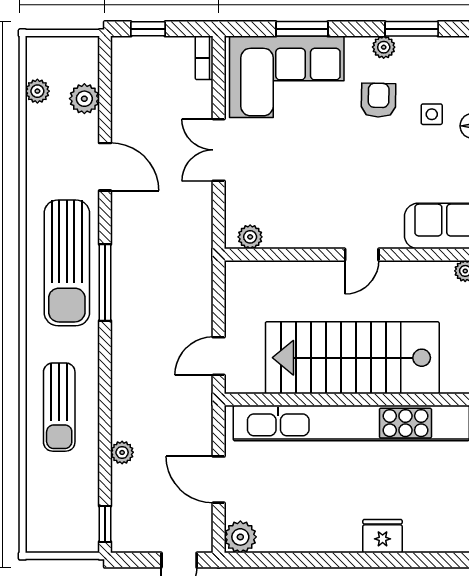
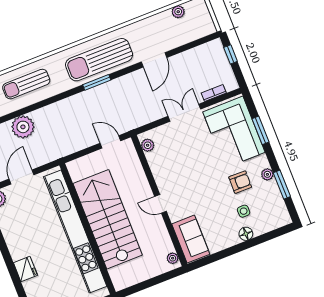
bookcase: (204, 58) -> (214, 93), moved
plant: (84, 99) -> (184, 36), removed
window: (105, 283) -> (97, 82), width x0.69
door: (219, 356) -> (110, 142), moved
plant: (122, 452) -> (23, 127), width x1.87, depth x1.87

